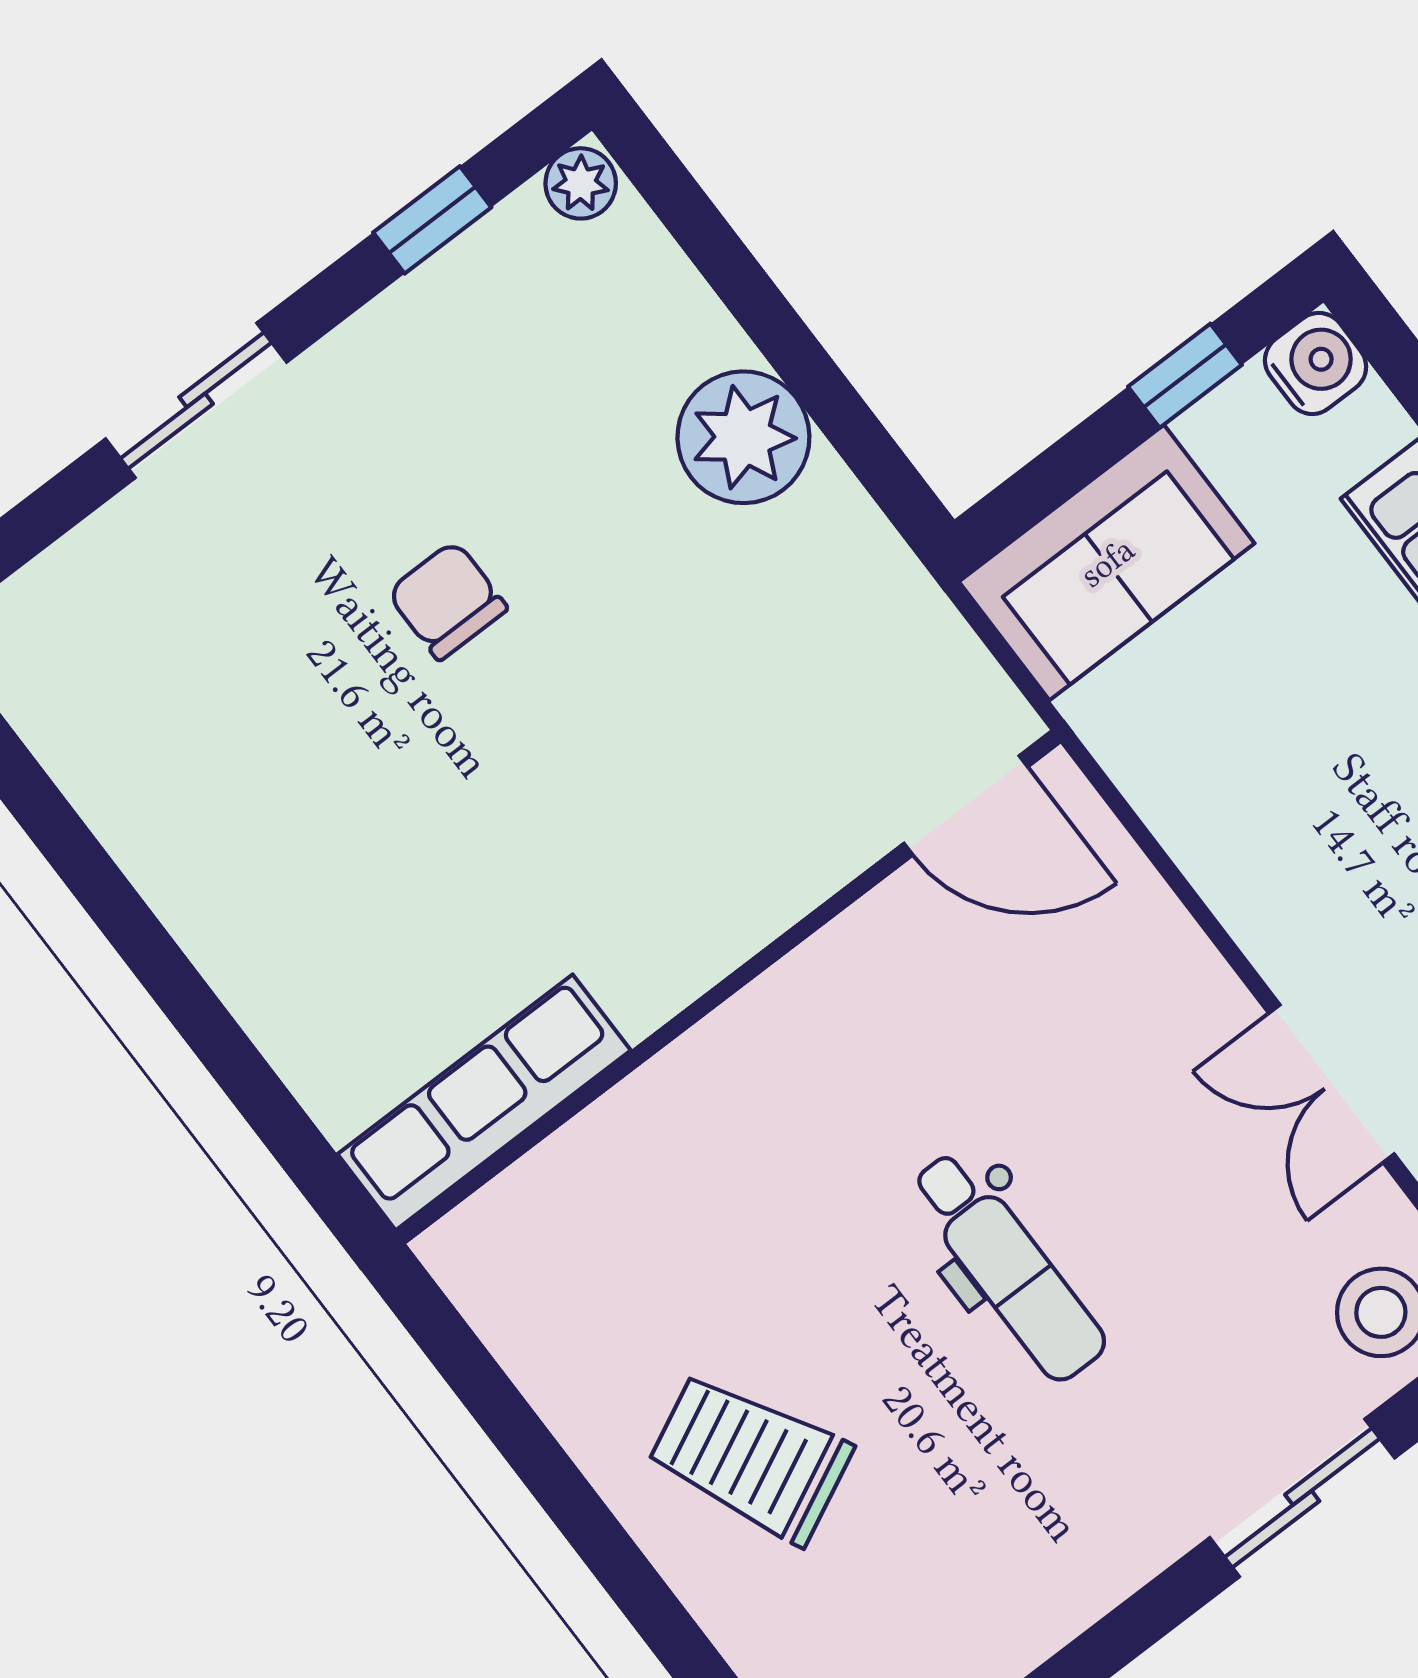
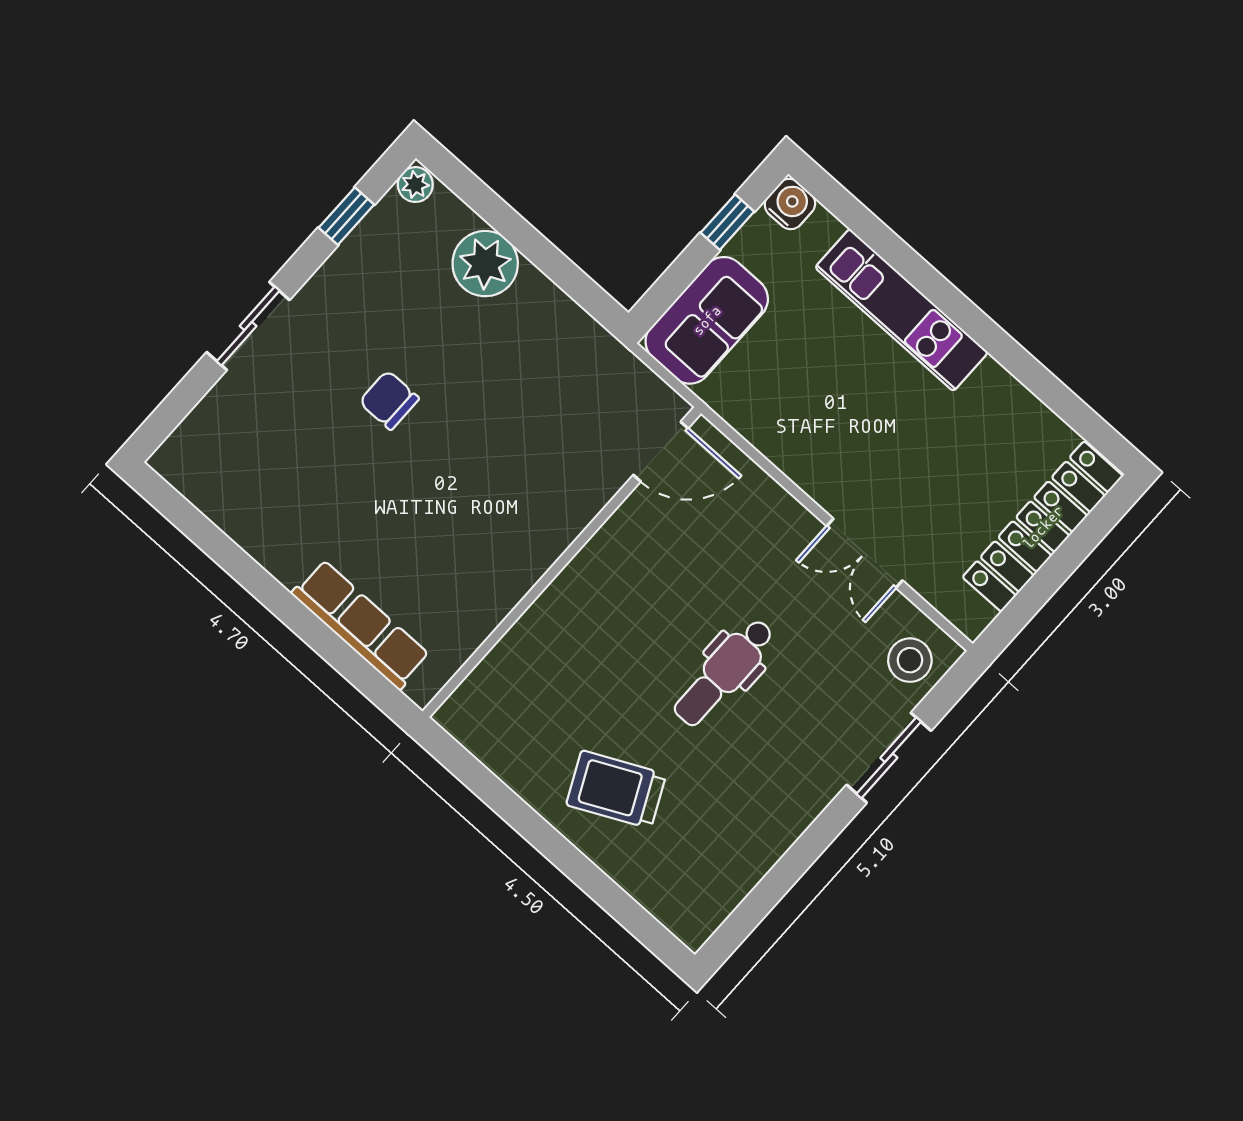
plant: (743, 437) -> (485, 264), moved
row of seats: (484, 1102) -> (361, 625), moved, turned 90
dental chair: (1008, 1266) -> (724, 672), turned 90

